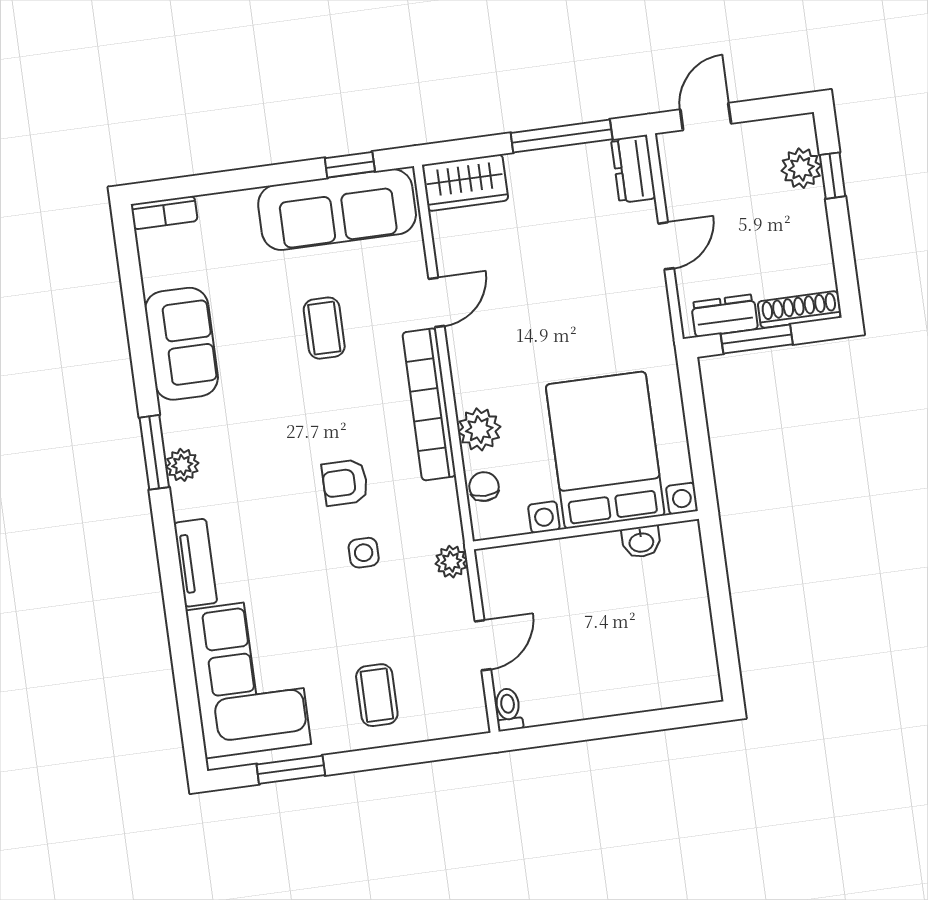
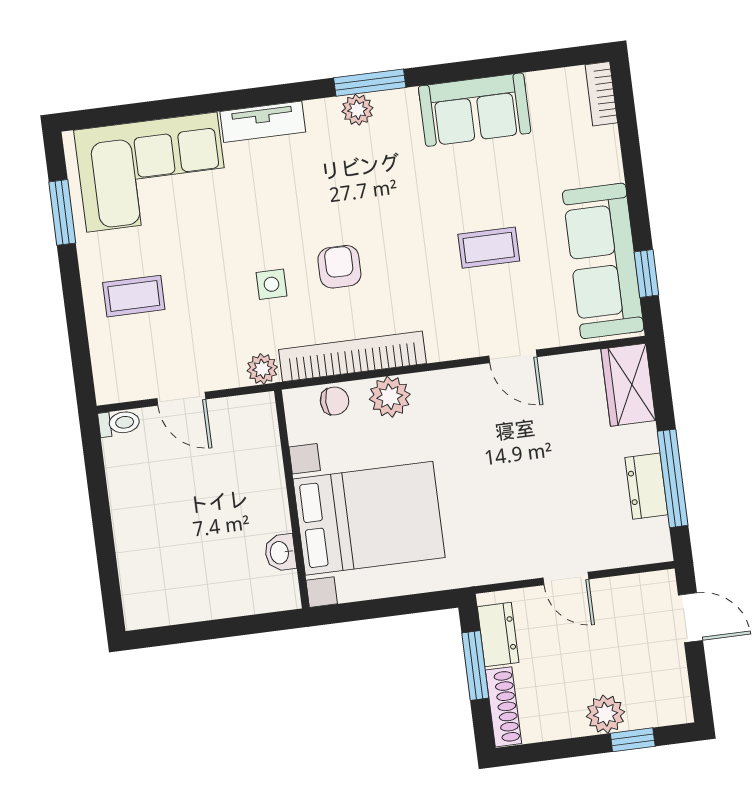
plant: (801, 168) -> (605, 714), moved
dresser: (633, 169) -> (646, 486), moved, turned -90
bookcase: (429, 404) -> (352, 356), moved

